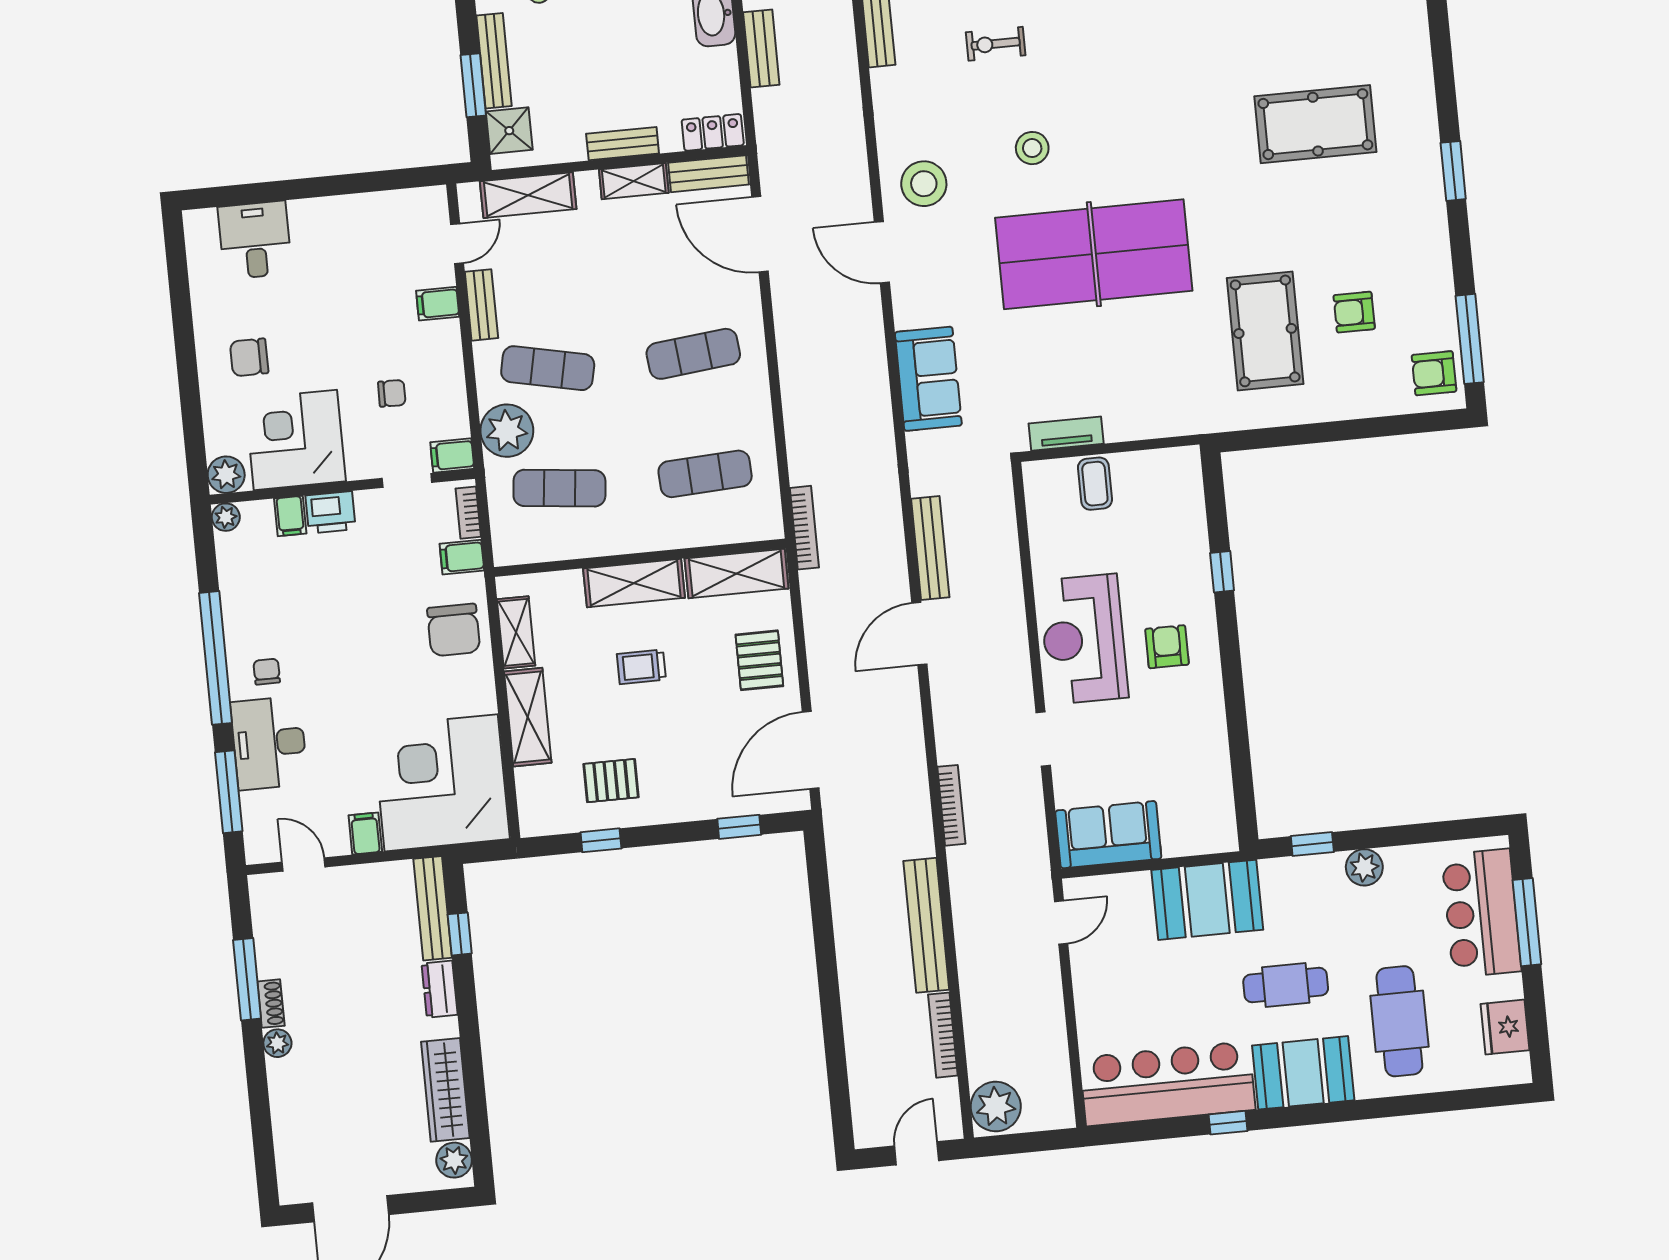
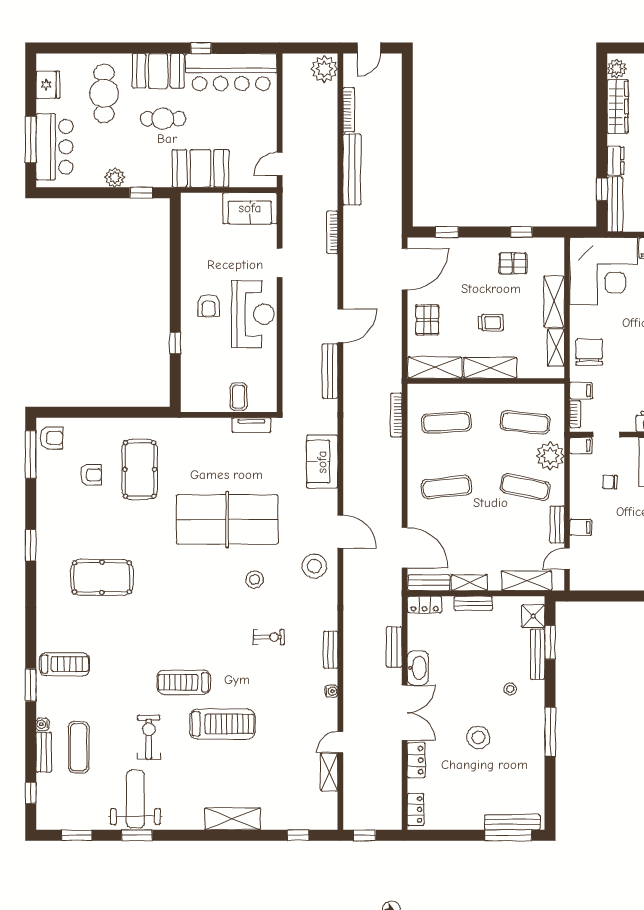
bookcase: (804, 528) -> (396, 415), moved

